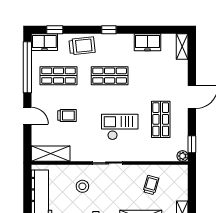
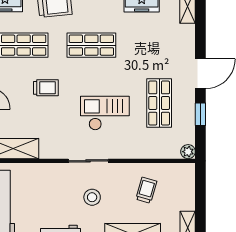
trolley: (67, 116) -> (46, 88), moved
window: (192, 144) -> (200, 114), moved
stool: (82, 186) -> (92, 197), moved

